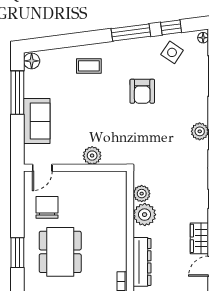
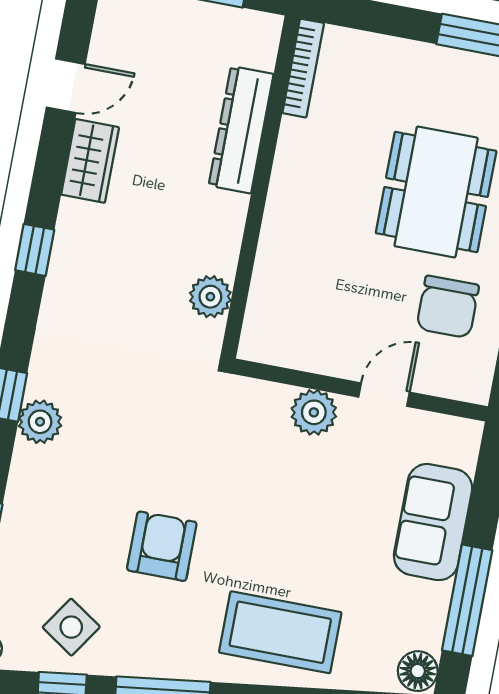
coffee table: (89, 66) -> (280, 632), width x1.86, depth x1.72
door: (42, 168) -> (384, 395), moved
plant: (145, 215) -> (213, 244), removed

